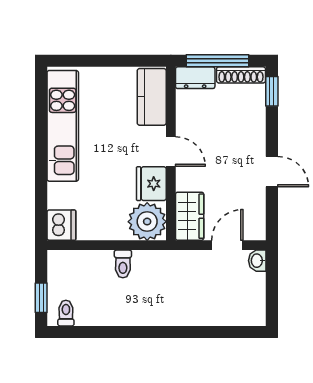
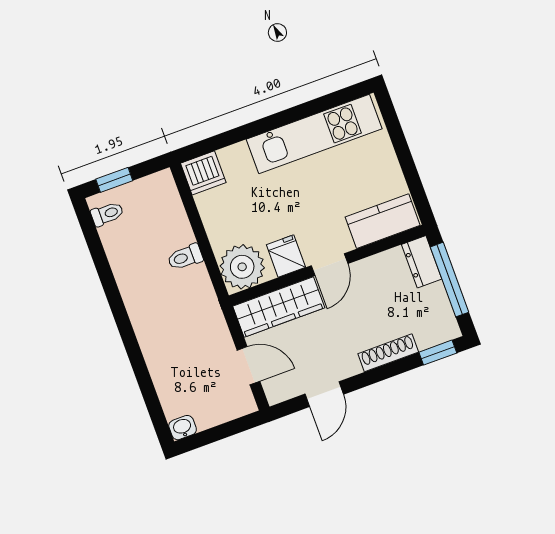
shoe rack: (241, 75) -> (388, 353), moved, turned 90
door: (272, 172) -> (324, 394), moved
fridge: (151, 184) -> (286, 256), width x0.72
wardrobe: (190, 216) -> (279, 307), width x1.50
washbasin: (257, 261) -> (183, 428), moved

